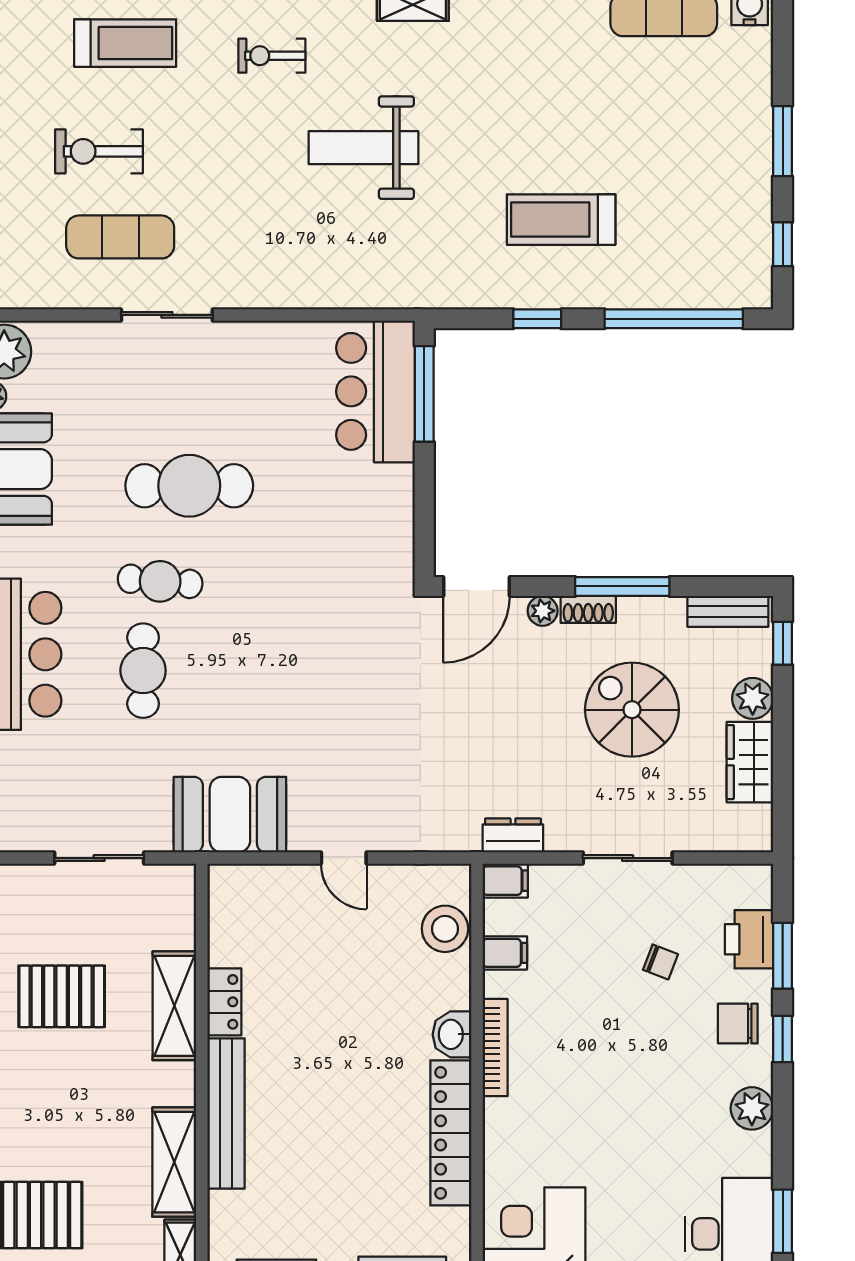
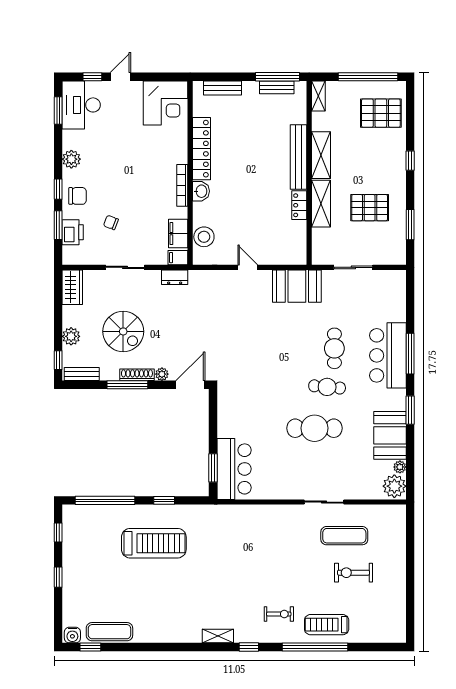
treadmill: (125, 43) -> (327, 625), moved
window: (783, 141) -> (58, 577), width x0.67
weight bench: (363, 148) -> (239, 574), removed
exercise bike: (99, 151) -> (353, 573), turned 180
treadmill: (561, 220) -> (154, 543), width x1.37, depth x1.38
window: (424, 394) -> (213, 468), width x0.69
shoe rack: (588, 609) -> (137, 375), width x1.43
wardrobe: (750, 762) -> (72, 287), moved
filing cabinet: (505, 953) -> (178, 234), width x2.00
shelving: (174, 1162) -> (321, 155), moved

